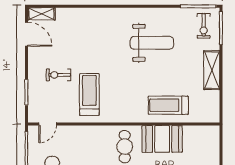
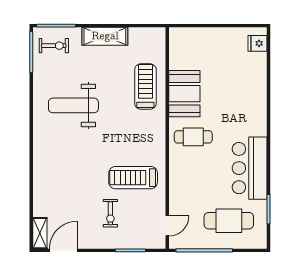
weight bench: (152, 43) -> (73, 105), turned -90
treadmill: (168, 105) -> (145, 86), turned 180
door: (48, 124) -> (167, 226), hinge flipped

